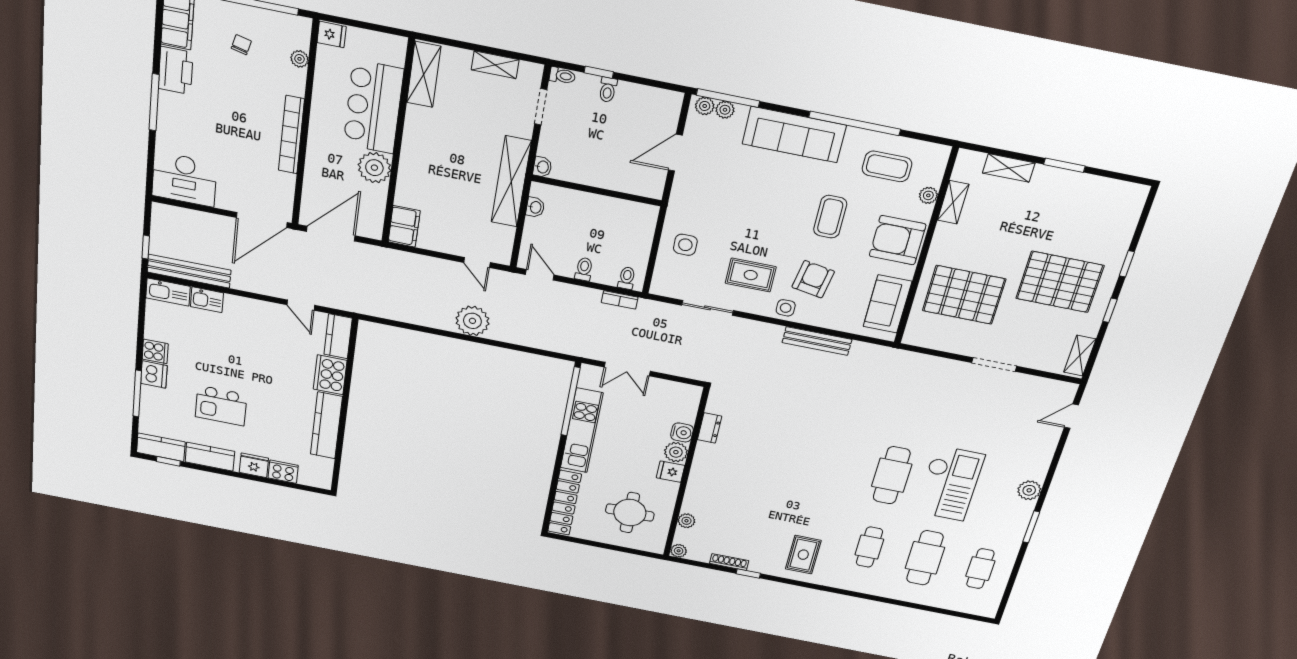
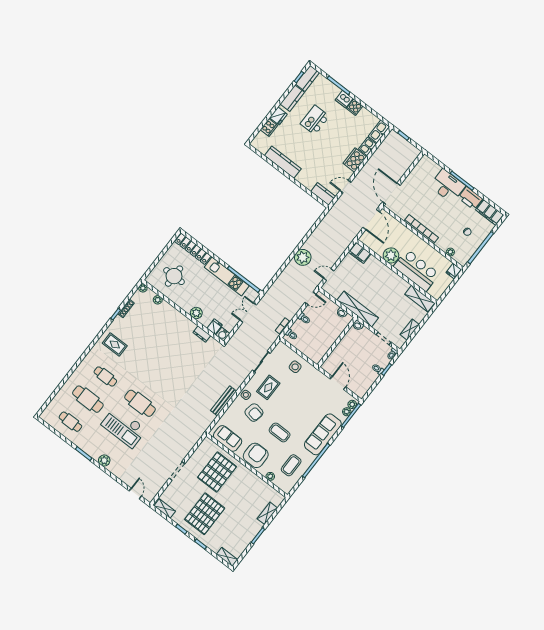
desk: (184, 179) -> (448, 186), moved, turned 90
shelving: (953, 202) -> (227, 557), moved
bench: (189, 271) -> (384, 147), removed
cooker: (330, 375) -> (355, 160), moved, turned -90
water cooler: (682, 432) -> (223, 334), moved
fridge: (670, 472) -> (215, 327), moved

